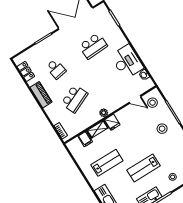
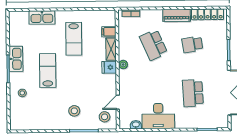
locker: (26, 71) -> (208, 14), width x1.53

